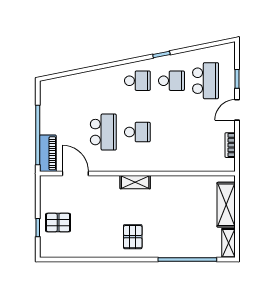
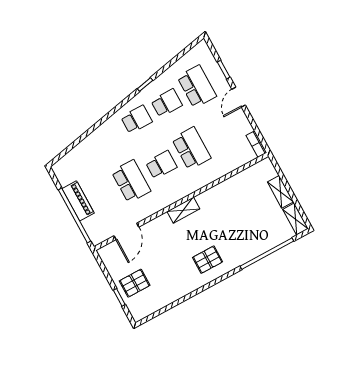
school desk: (171, 132) -> (191, 148), added
bookcase: (230, 145) -> (256, 144), moved
piano: (48, 153) -> (78, 201), moved
door: (75, 174) -> (126, 231), swing flipped
shelving: (226, 205) -> (280, 192), width x0.67, depth x0.75
pallet: (133, 237) -> (208, 260), turned 90

